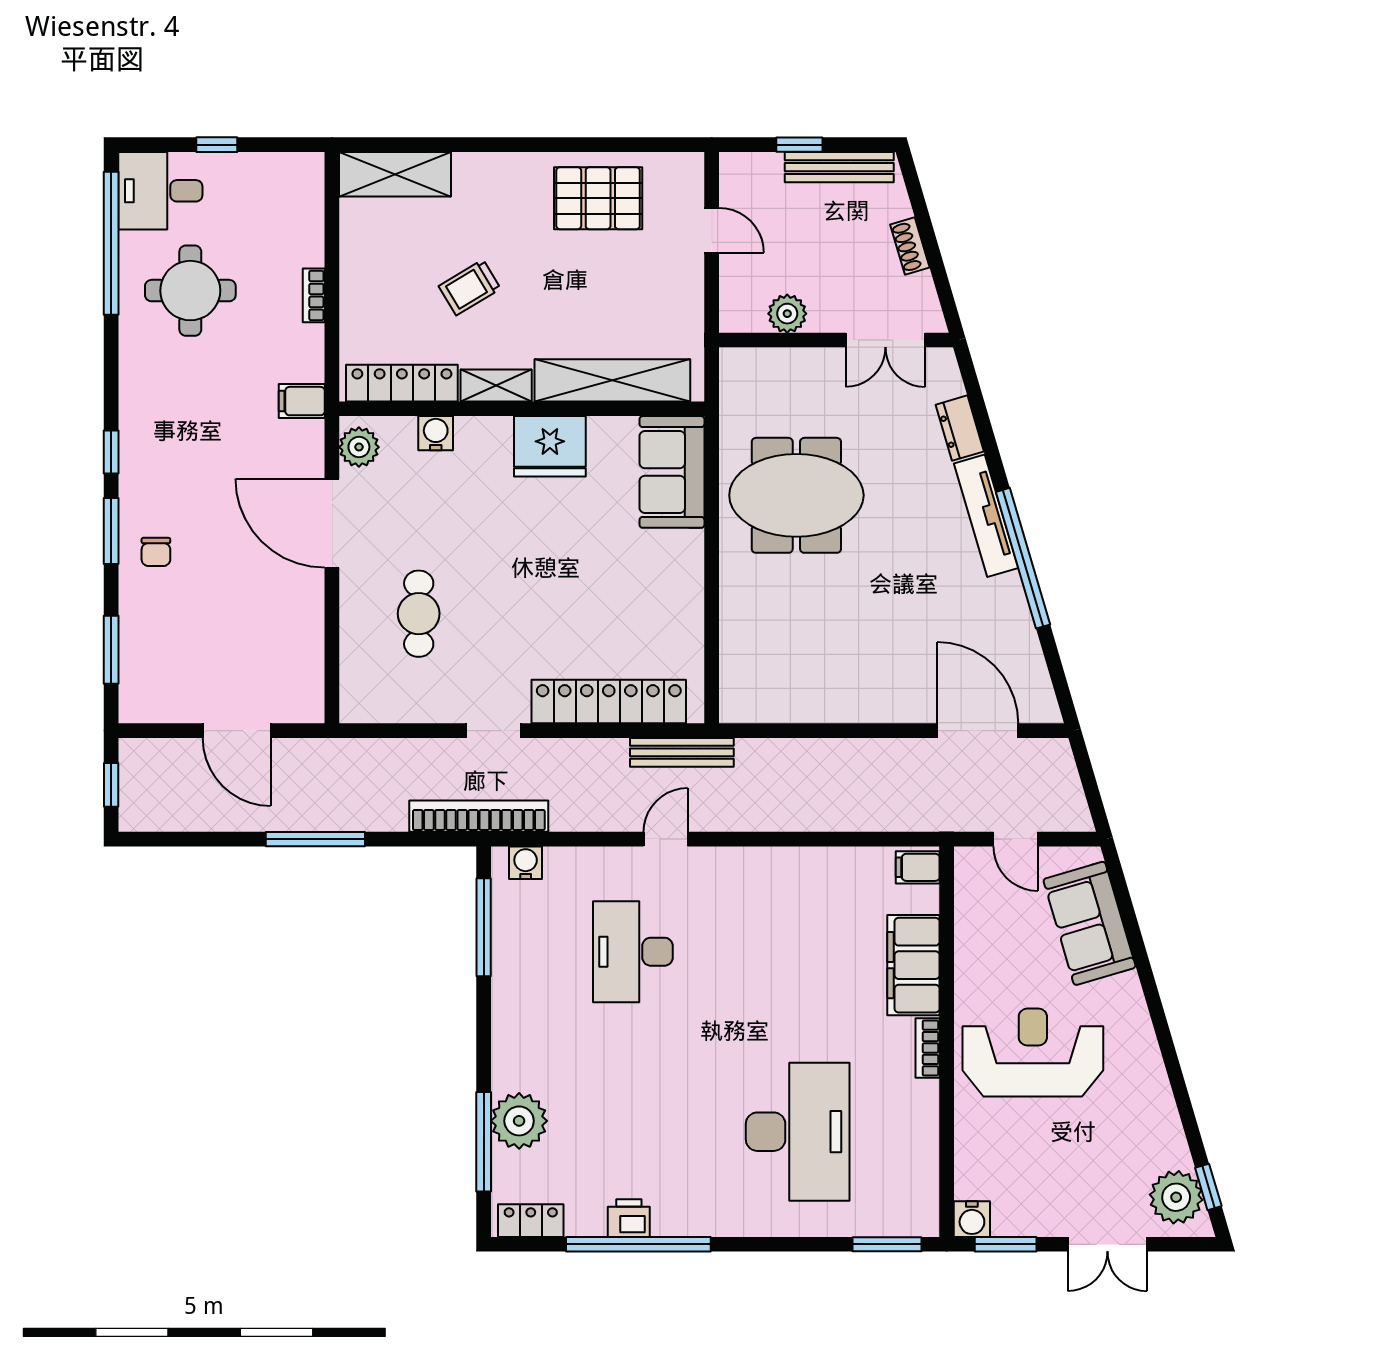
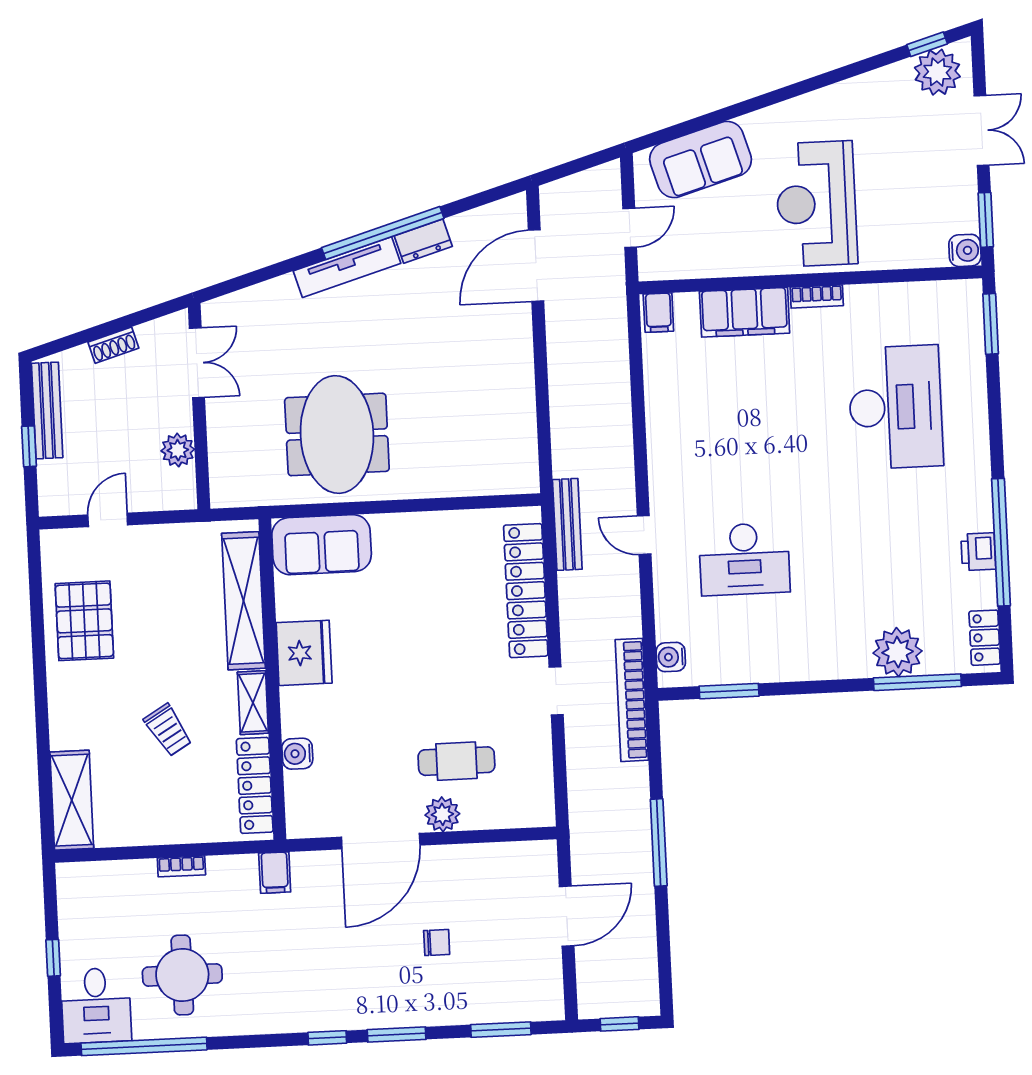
dresser: (960, 428) -> (423, 241), moved
plant: (359, 447) -> (442, 814), moved
chair: (156, 552) -> (437, 942), moved
window: (484, 927) -> (729, 691), width x0.69
desk: (798, 1132) -> (896, 407), turned 90

